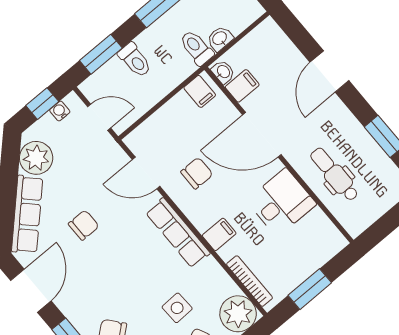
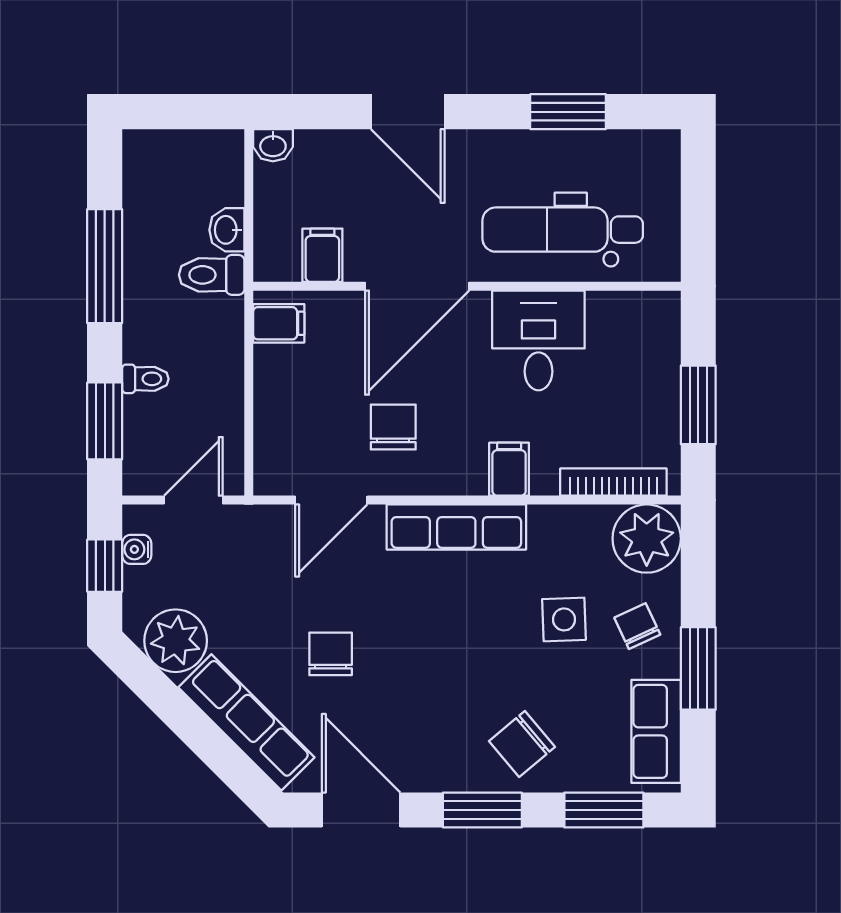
toilet: (135, 60) -> (145, 379), width x0.73, depth x0.72
washbasin: (223, 72) -> (273, 145), moved, turned 180
dental chair: (334, 174) -> (563, 230), width x1.36, depth x1.38

